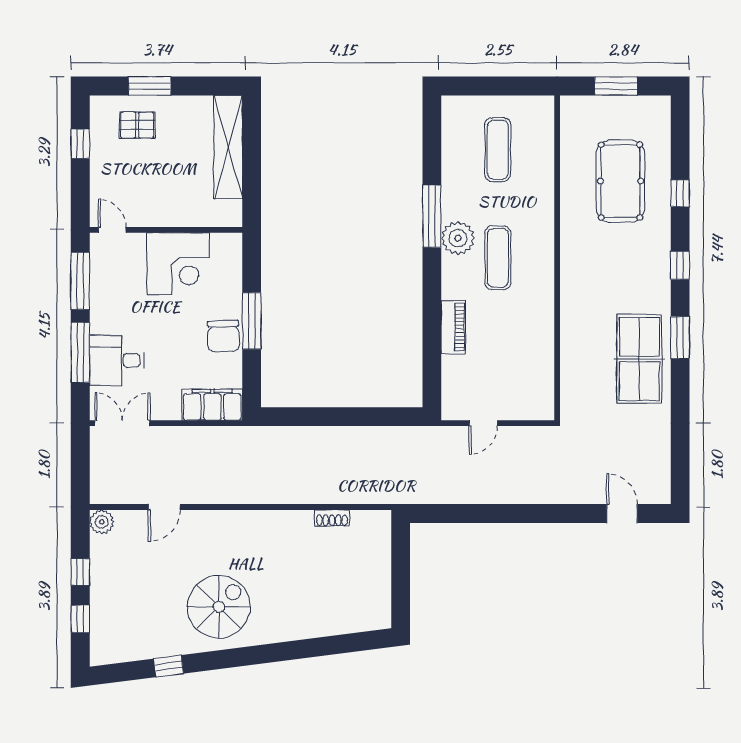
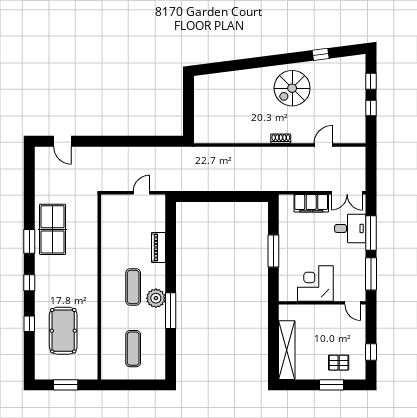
chair: (223, 336) -> (289, 242), removed
filing cabinet: (212, 405) -> (311, 203), moved
shoe rack: (332, 518) -> (281, 139), moved
plant: (102, 522) -> (359, 137), removed

